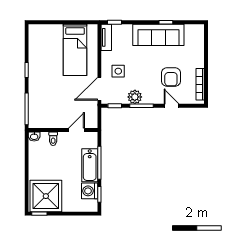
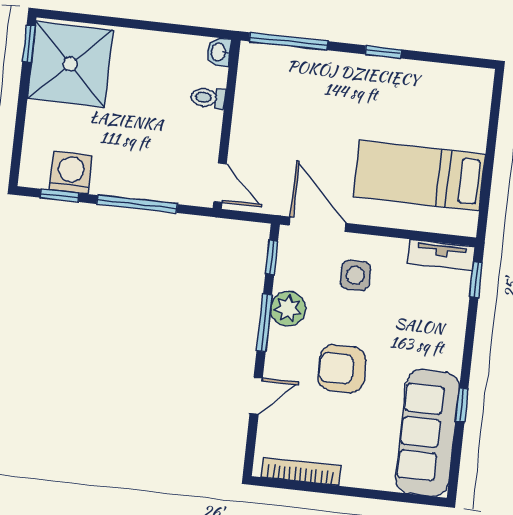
sofa: (158, 35) -> (427, 433), moved
armchair: (171, 77) -> (342, 369), moved
door: (76, 130) -> (220, 183), moved
bathtub: (90, 165) -> (133, 180), removed

